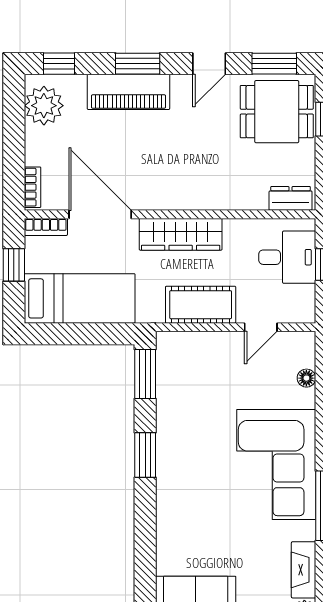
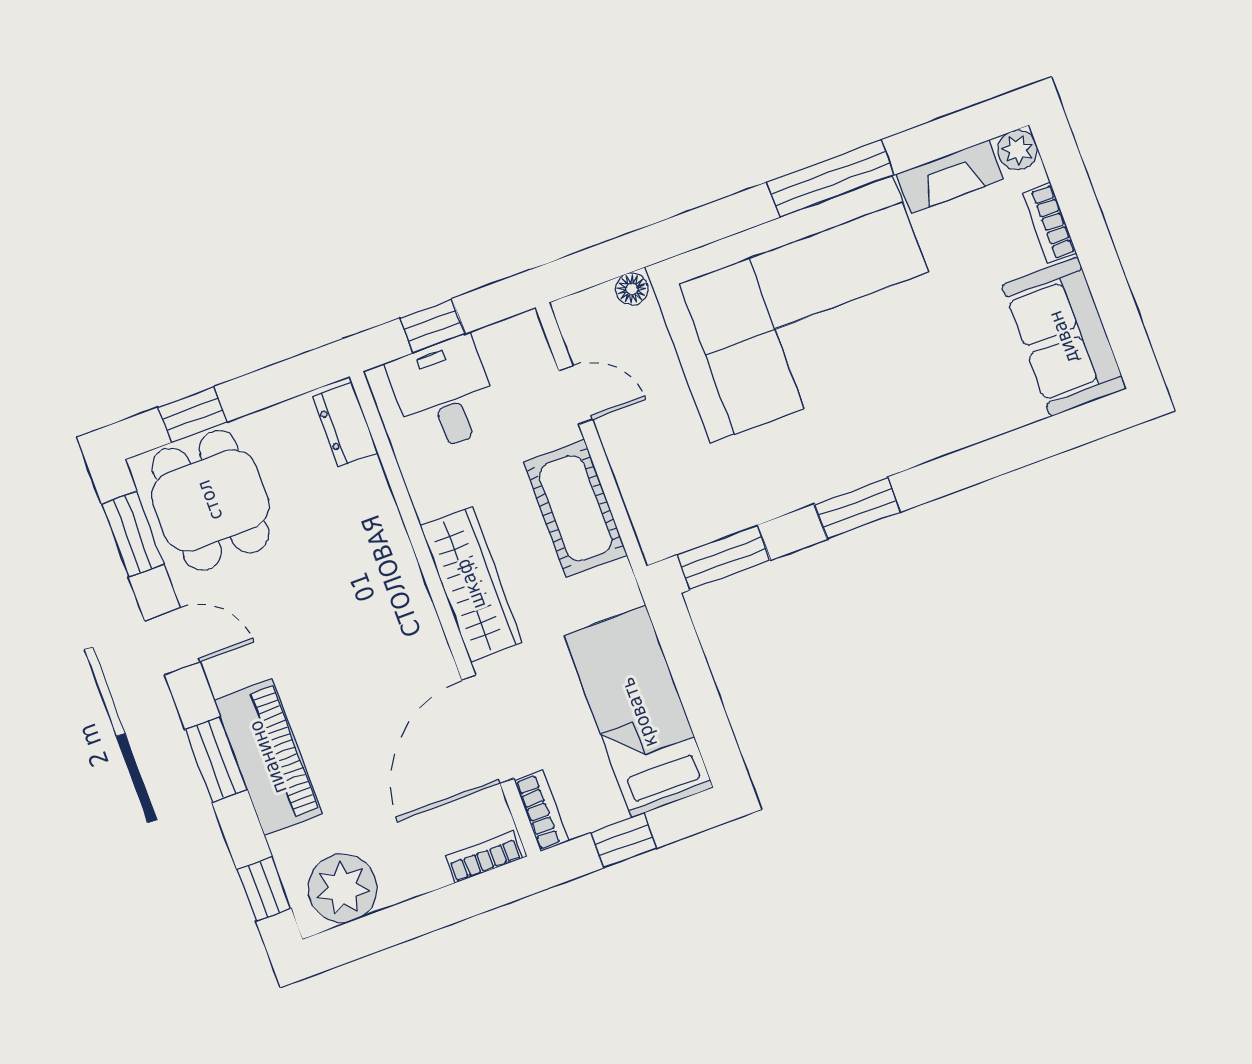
corner sofa: (276, 464) -> (801, 309), width x1.36, depth x1.36

